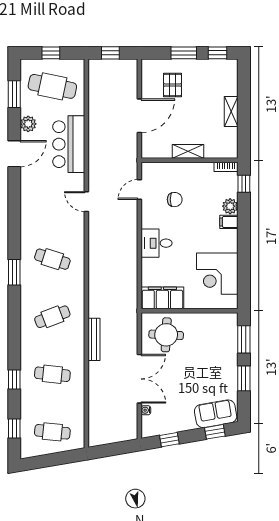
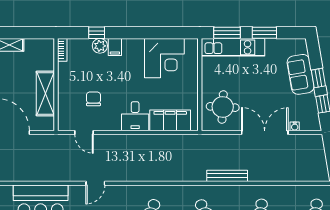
shelving: (188, 151) -> (45, 94), width x1.50, depth x1.33
window: (244, 184) -> (97, 33), moved
filing cabinet: (162, 298) -> (170, 120), moved, turned 90
kitchen unit: (229, 346) -> (233, 47), added
sofa: (216, 414) -> (301, 74), moved
window: (215, 432) -> (318, 78), moved

